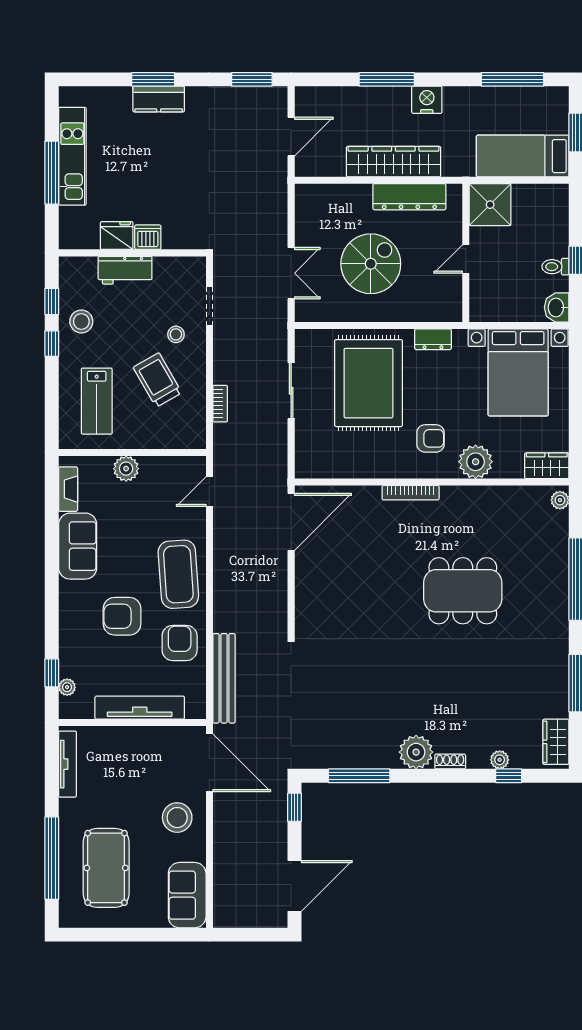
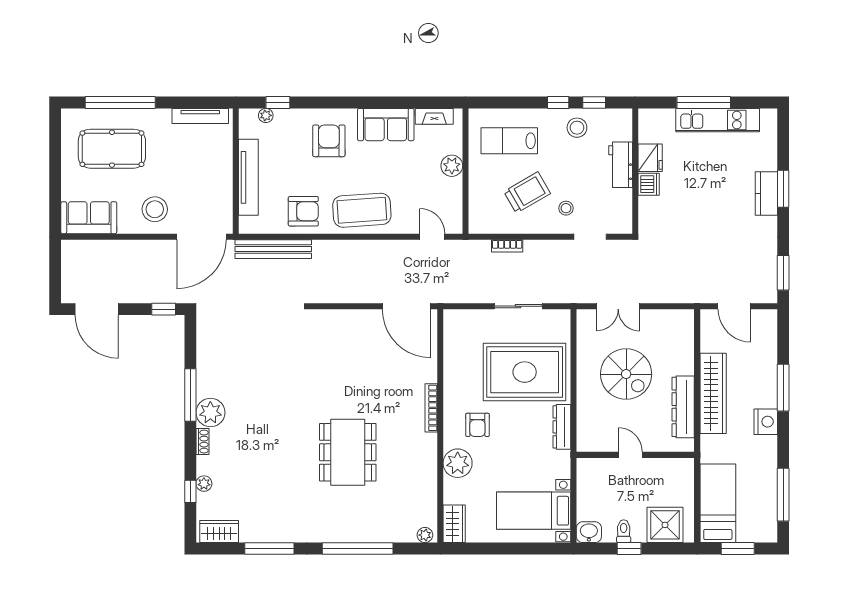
shower: (490, 205) -> (665, 525), moved
dresser: (433, 339) -> (562, 427), width x1.44
bed with nightstands: (518, 372) -> (534, 511), width x0.73
armchair: (122, 616) -> (329, 141), moved
window: (359, 776) -> (190, 395), moved

